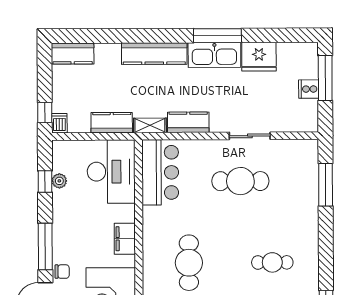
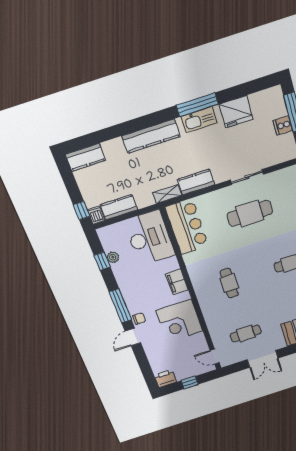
kitchen sink: (214, 55) -> (199, 120), width x0.73, depth x0.81
kitchen counter: (112, 123) -> (119, 207), moved
cafe table: (189, 263) -> (229, 283), width x0.73, depth x0.74

